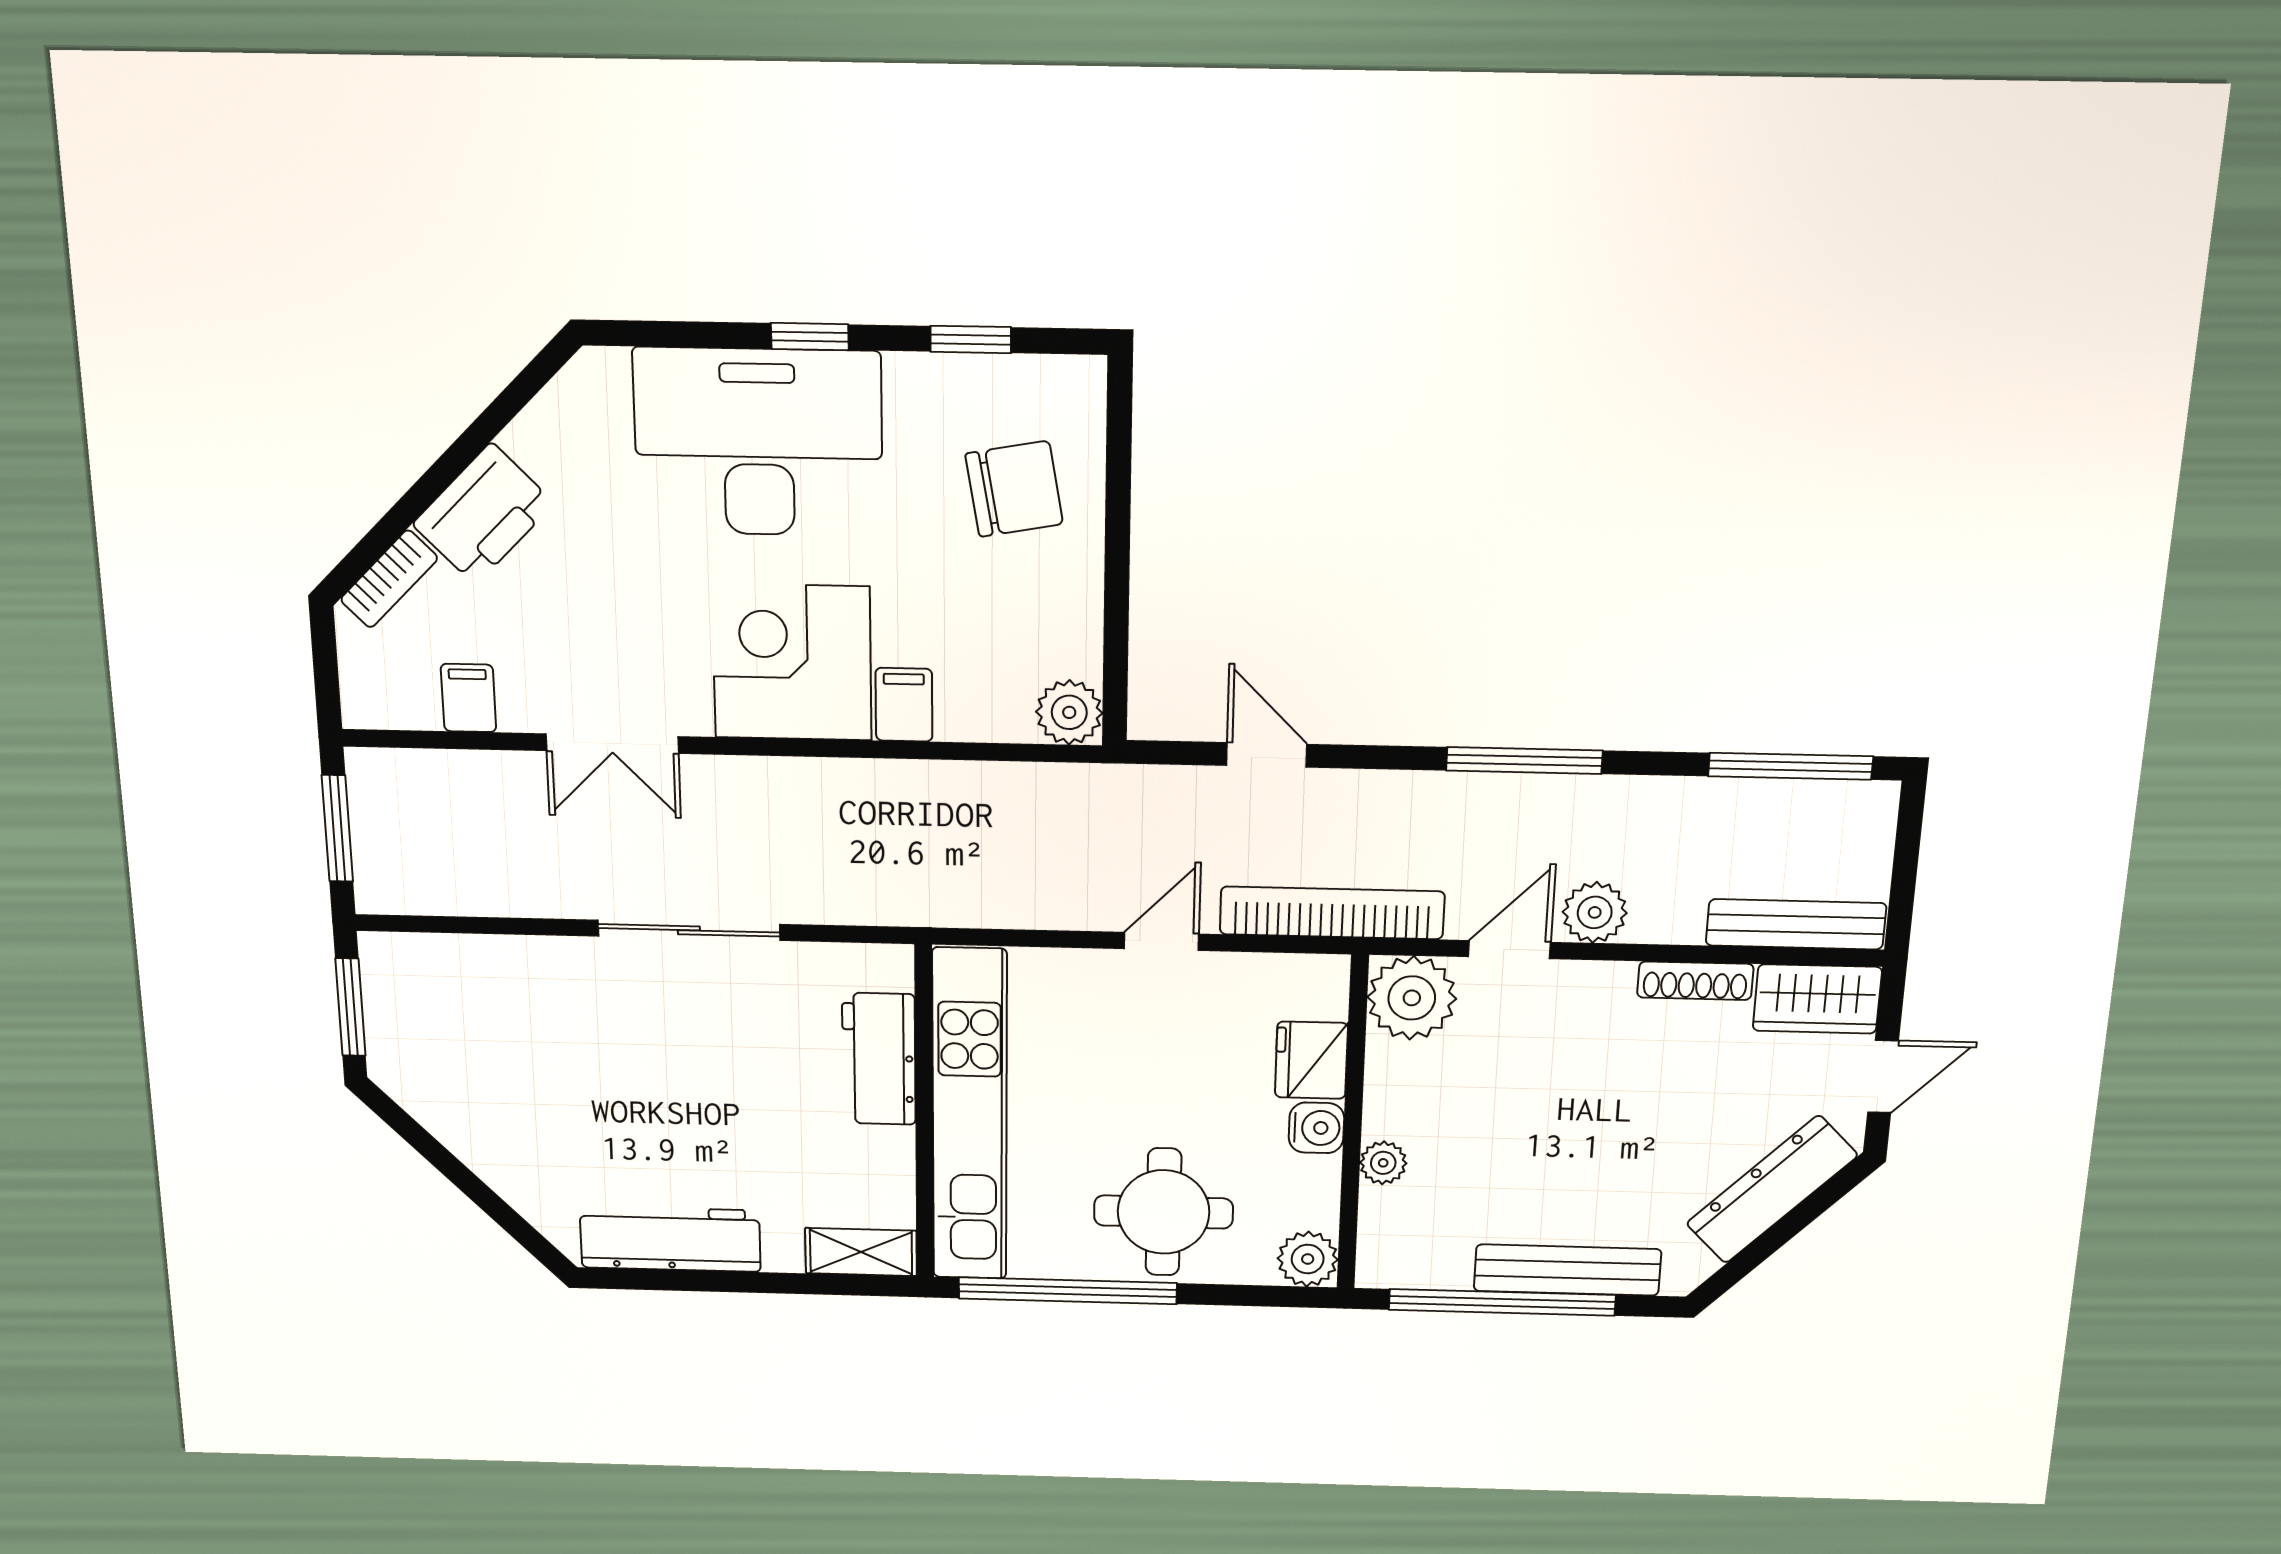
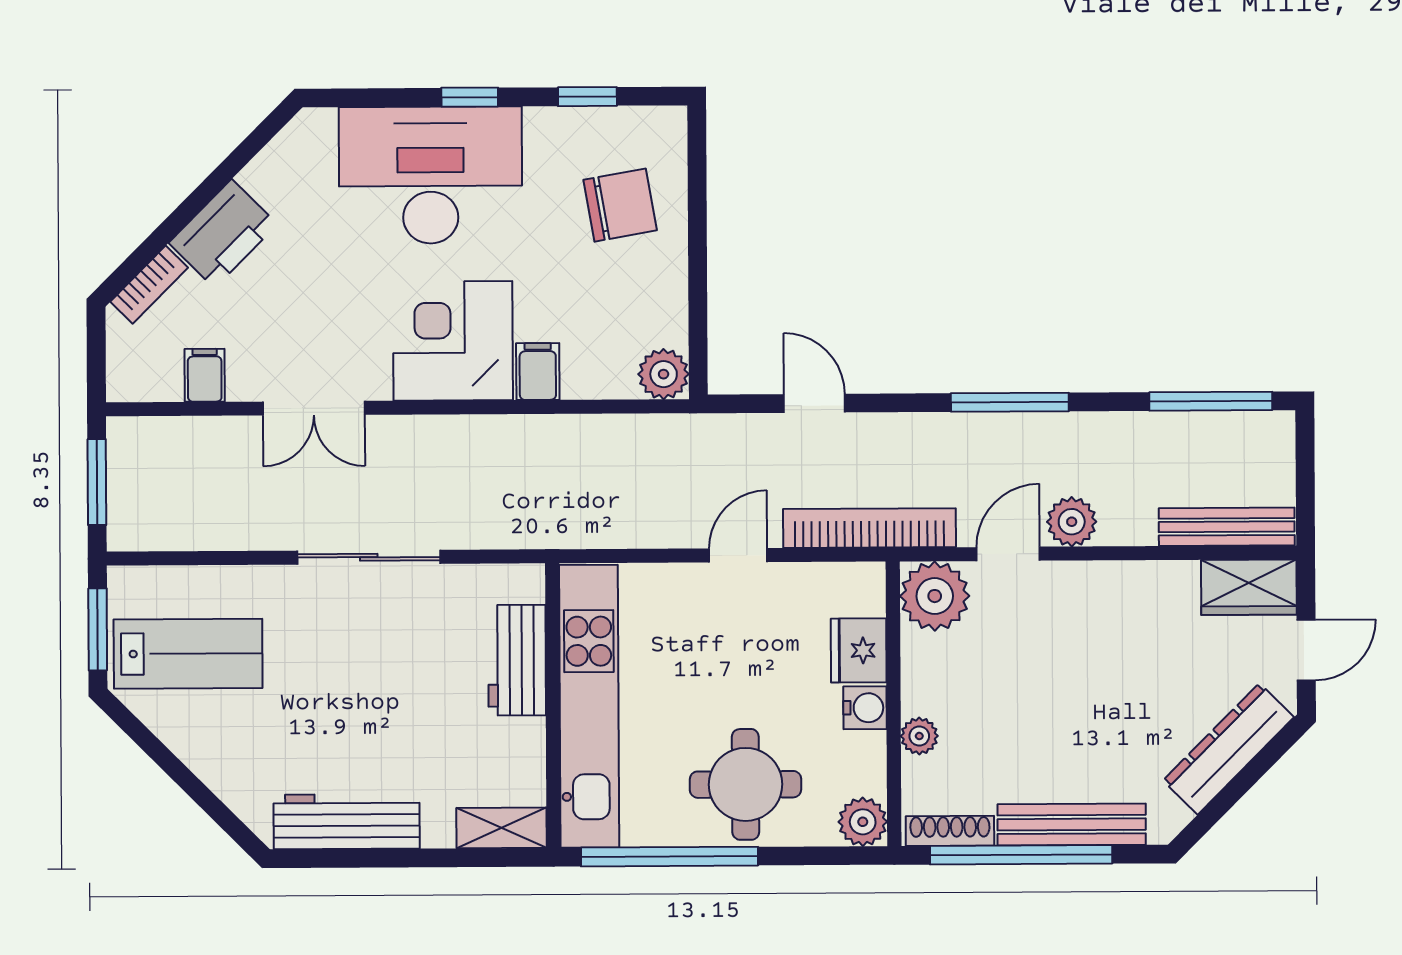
shoe rack: (1695, 981) -> (950, 831), moved, turned 180
lab bench: (465, 1039) -> (188, 654), added

